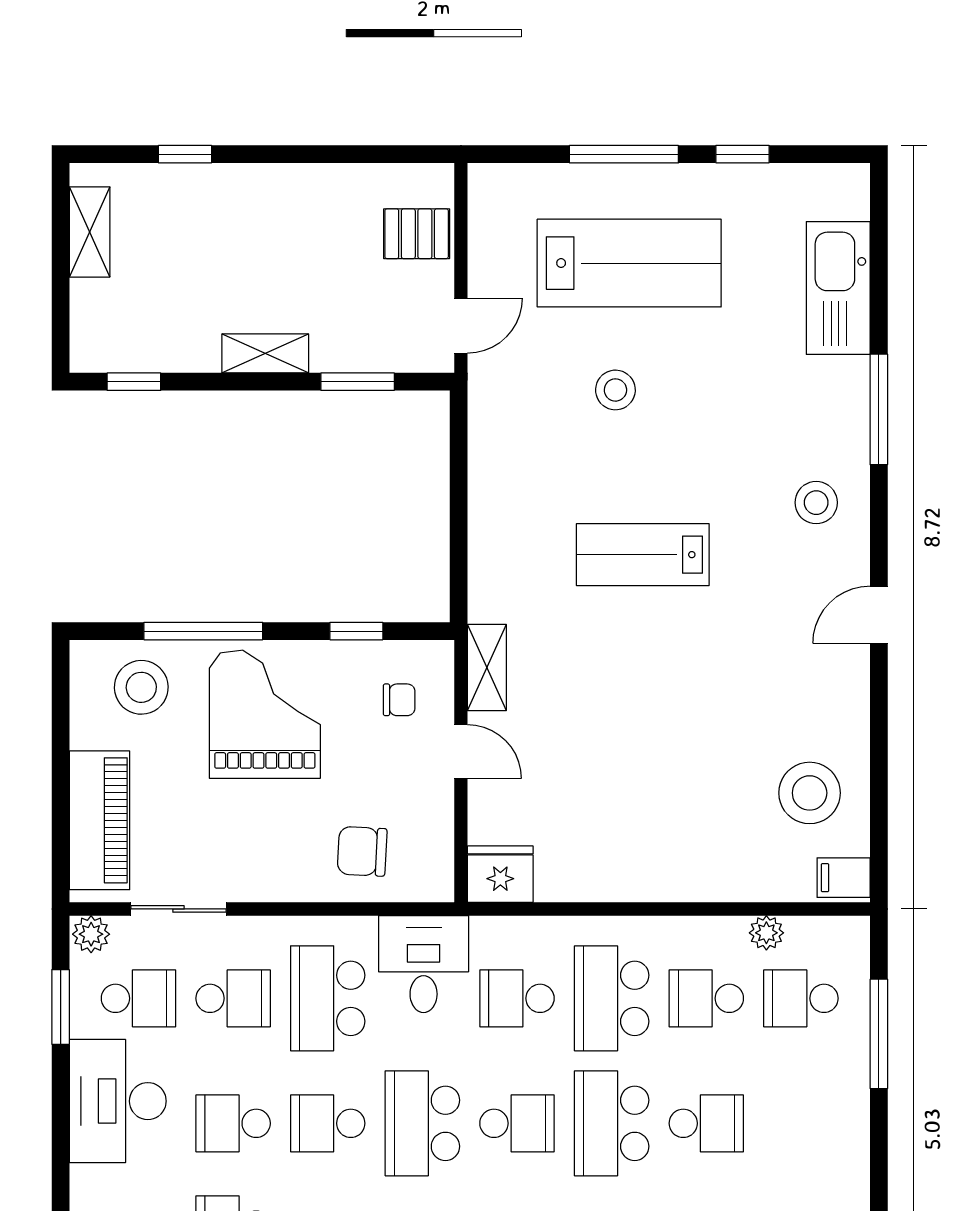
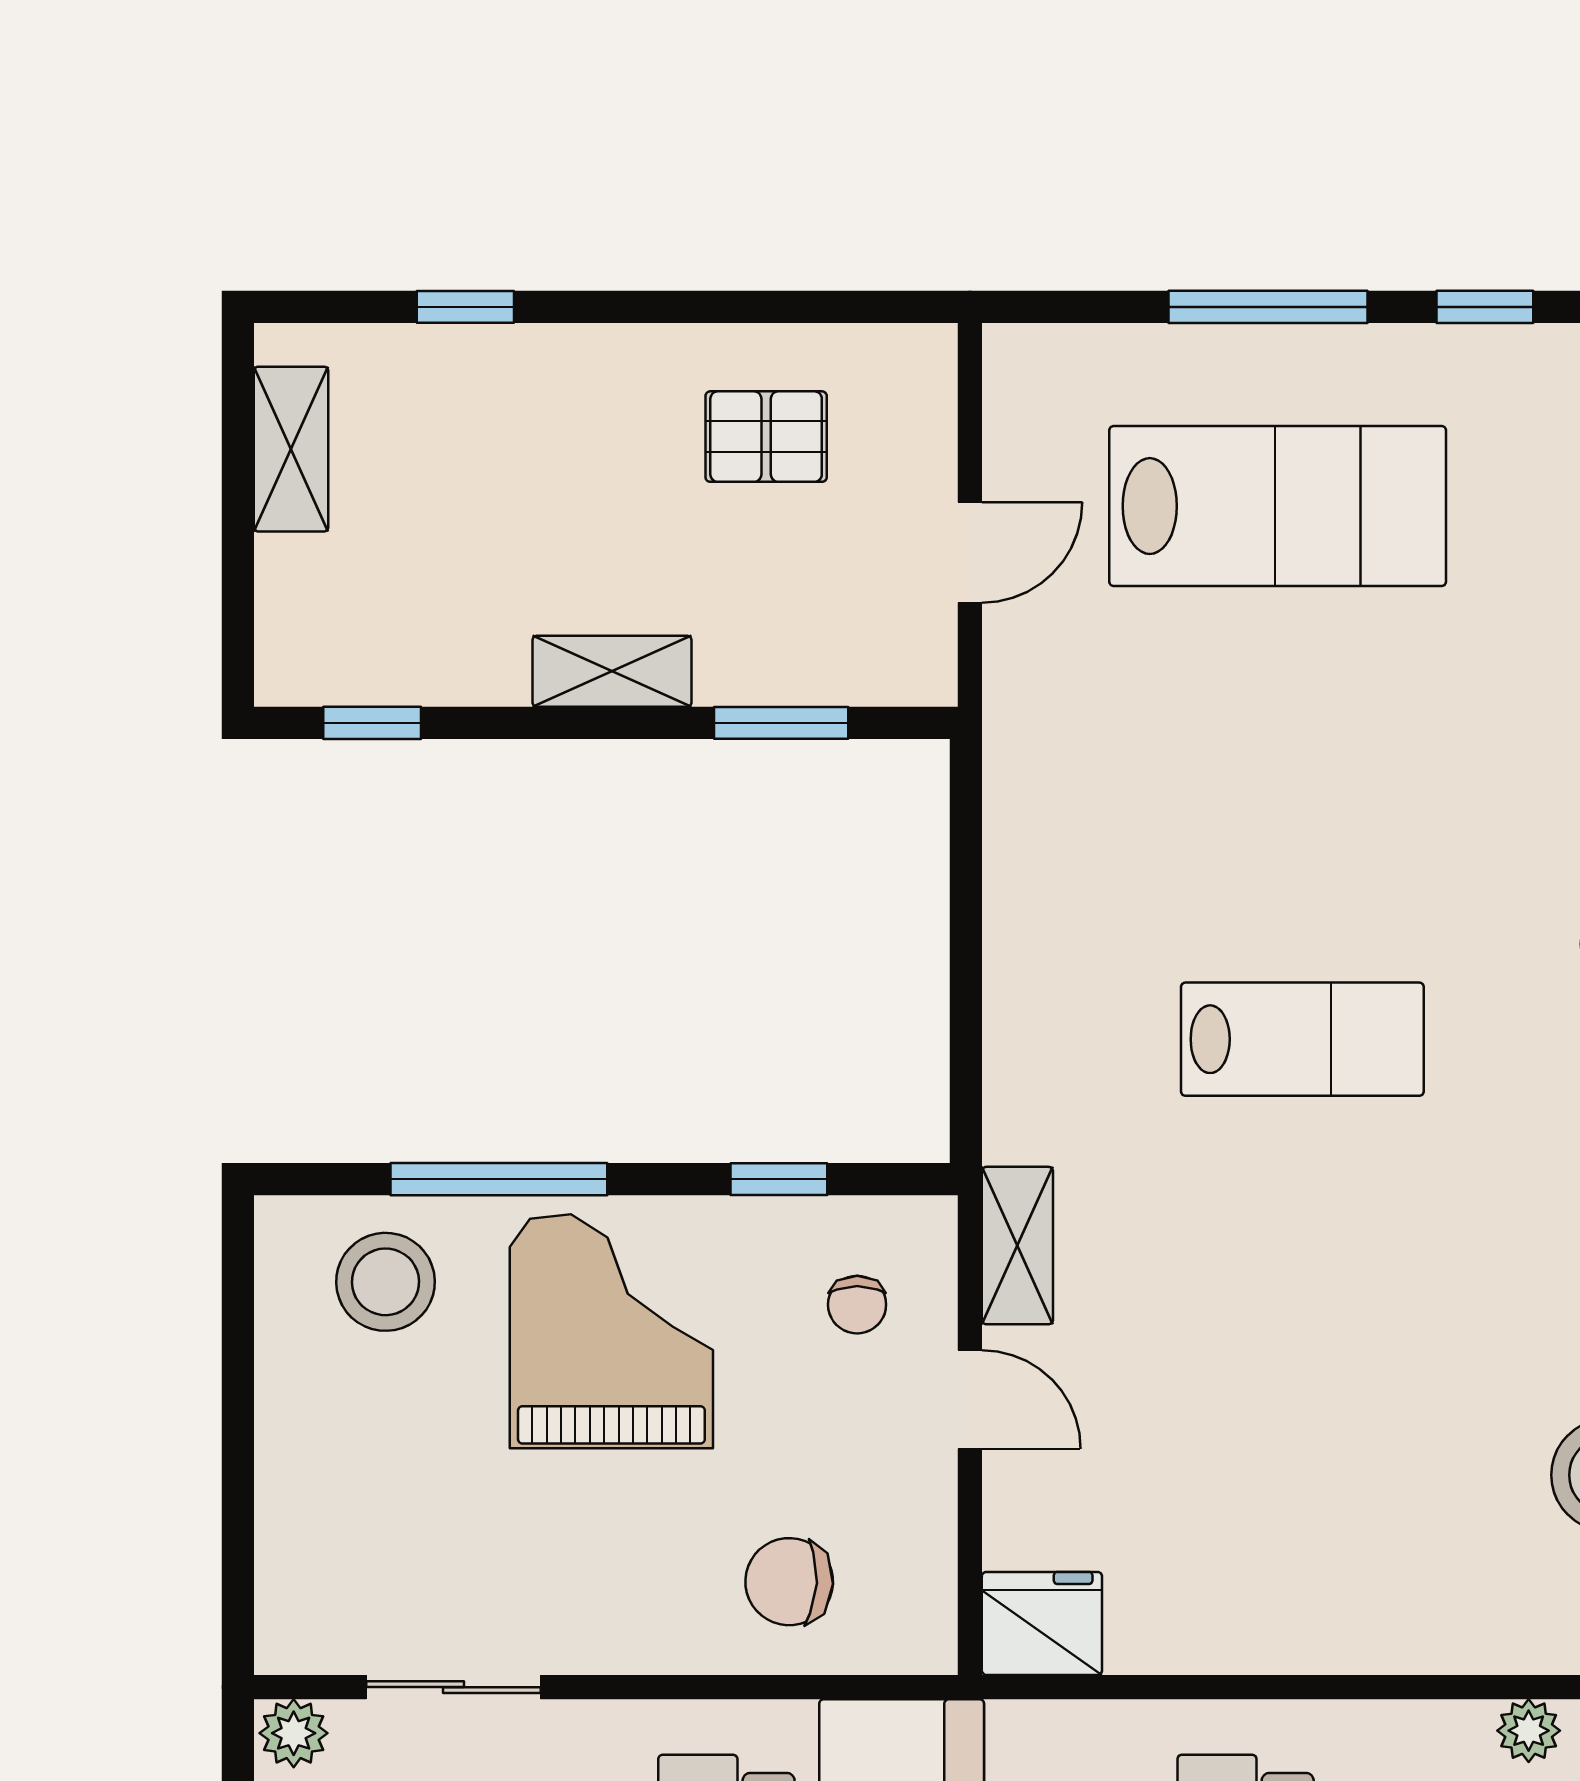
pallet: (417, 234) -> (766, 437), moved
door: (461, 326) -> (970, 552), moved
stool: (615, 390) -> (1252, 738), removed
lab bench: (643, 555) -> (1302, 1039), turned 180
chair: (399, 700) -> (857, 1305), turned 90
piano: (99, 820) -> (309, 1525), removed

